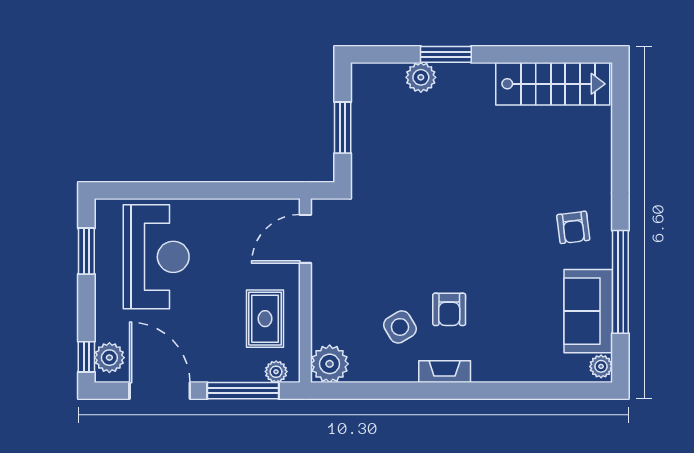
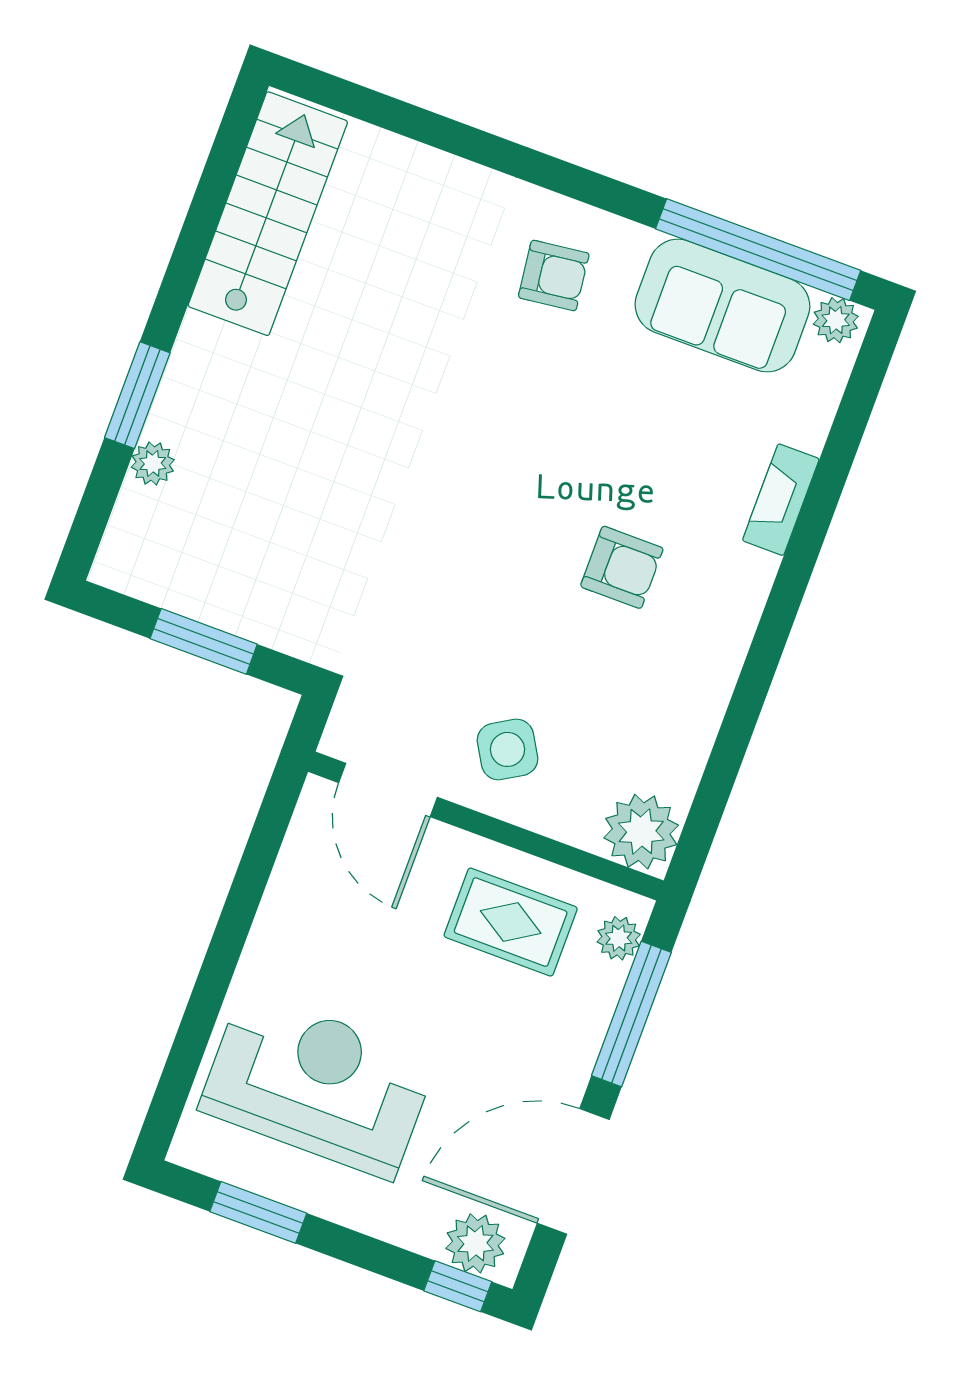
plant: (421, 77) -> (153, 464), width x0.73, depth x0.73
window: (620, 282) -> (758, 250), moved
side table: (400, 327) -> (508, 749), moved
fireplace: (445, 372) -> (781, 500), moved

